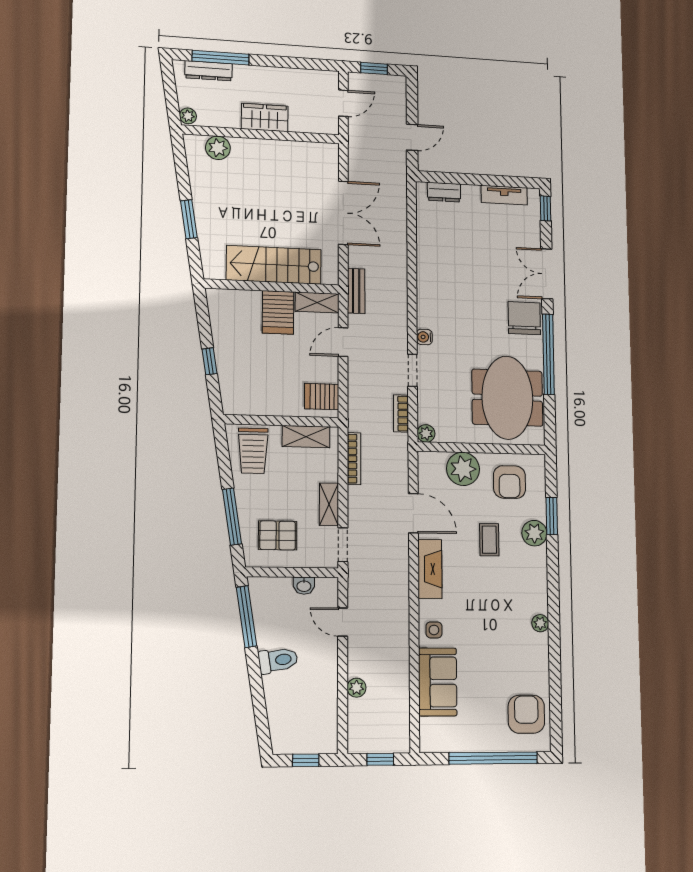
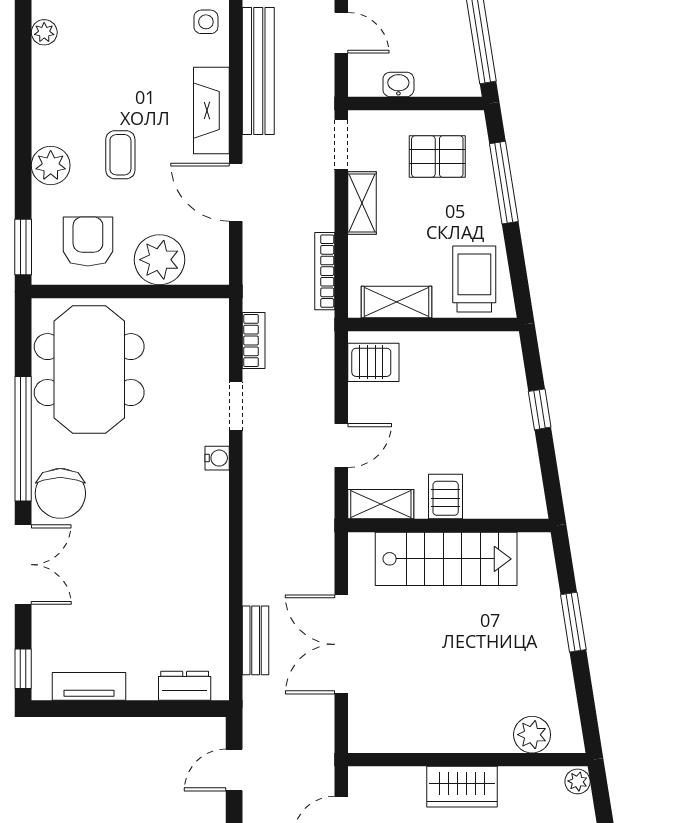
bench: (356, 291) -> (256, 640), moved
server rack: (278, 312) -> (446, 496), width x0.73, depth x0.70
plant: (426, 433) -> (216, 312), removed
window: (552, 516) -> (23, 247), moved
bench: (399, 596) -> (258, 71), added

